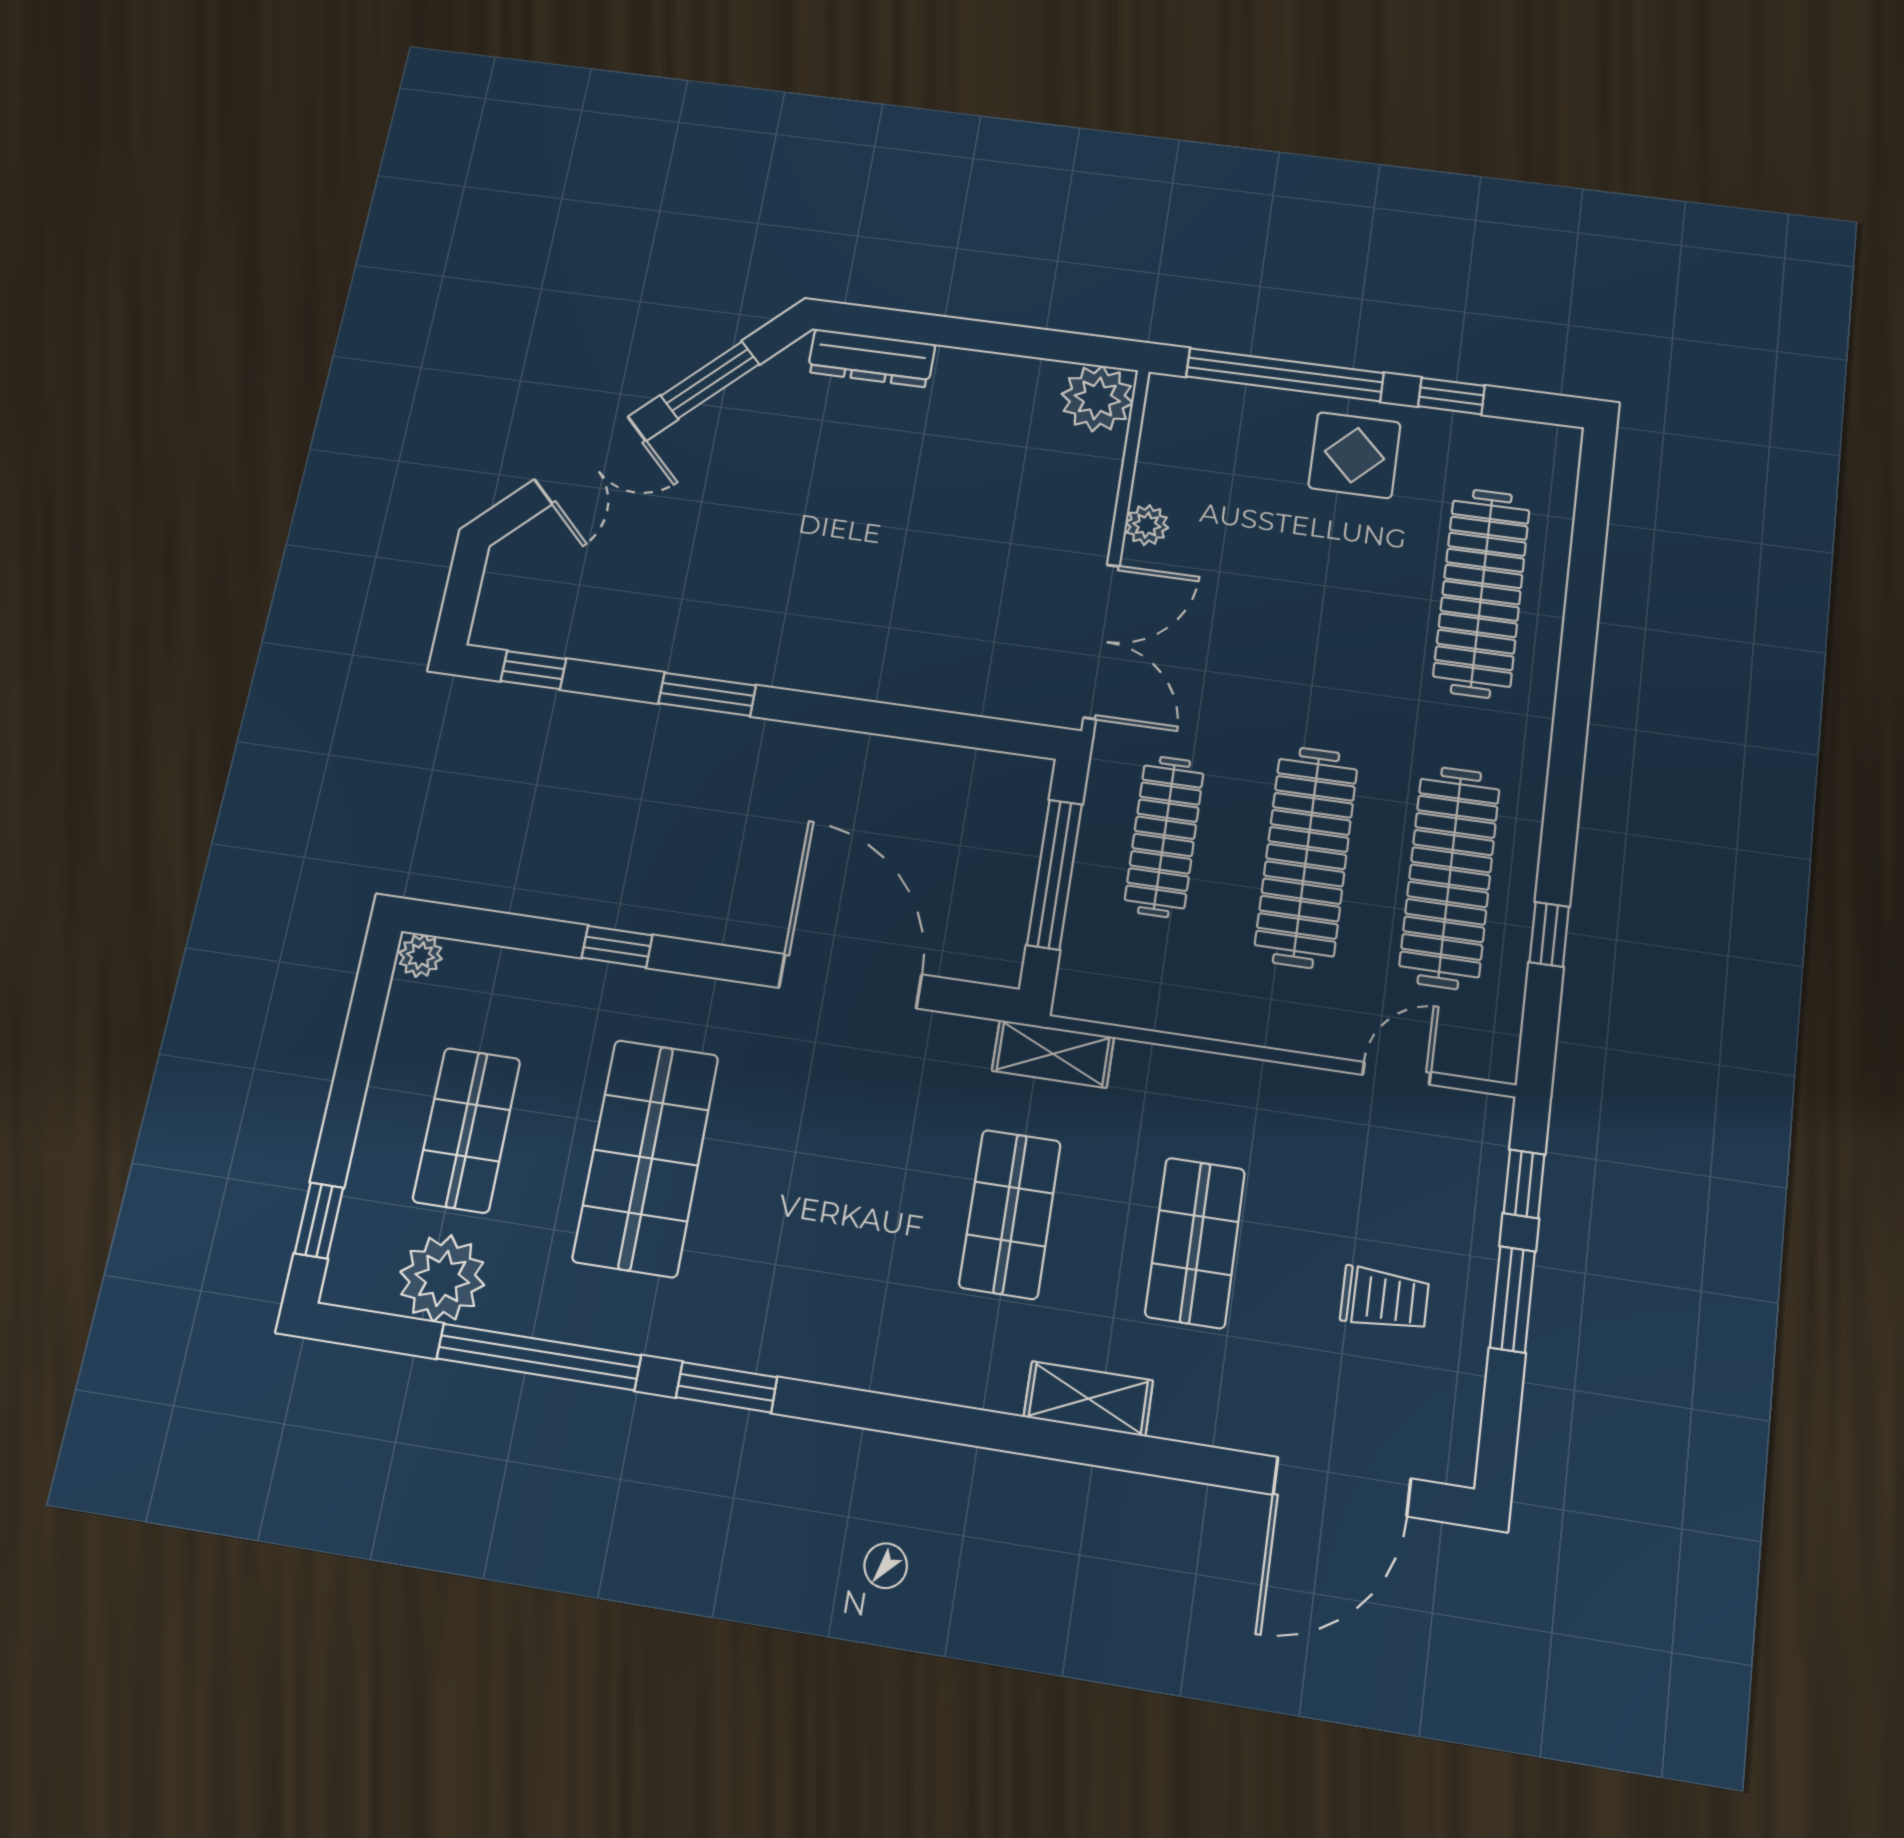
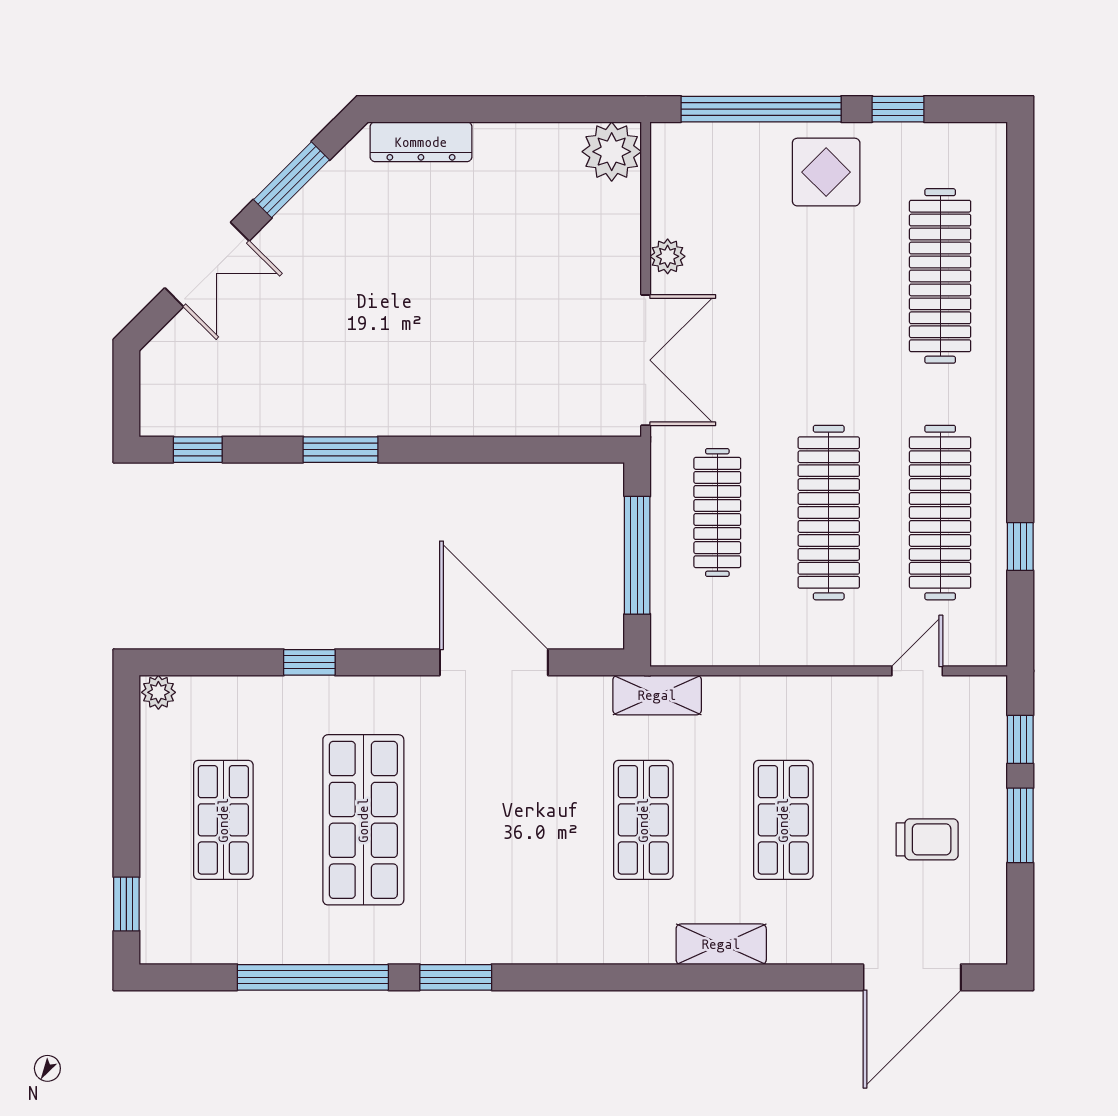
plant: (442, 1278) -> (229, 932), removed

